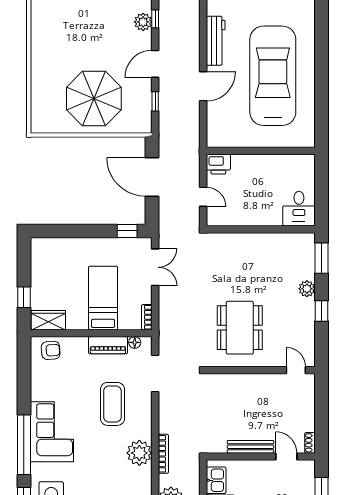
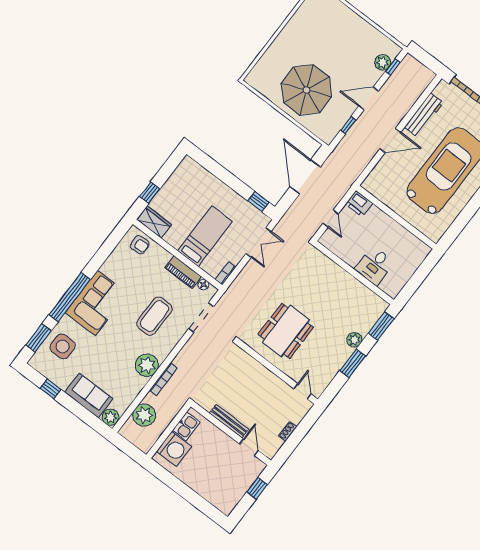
desk: (299, 209) -> (375, 266), moved
window: (321, 311) -> (353, 363), width x1.50
shoe rack: (310, 443) -> (288, 431), moved

